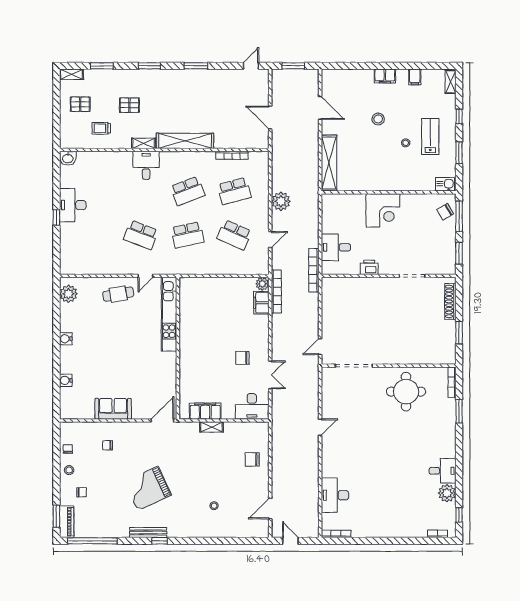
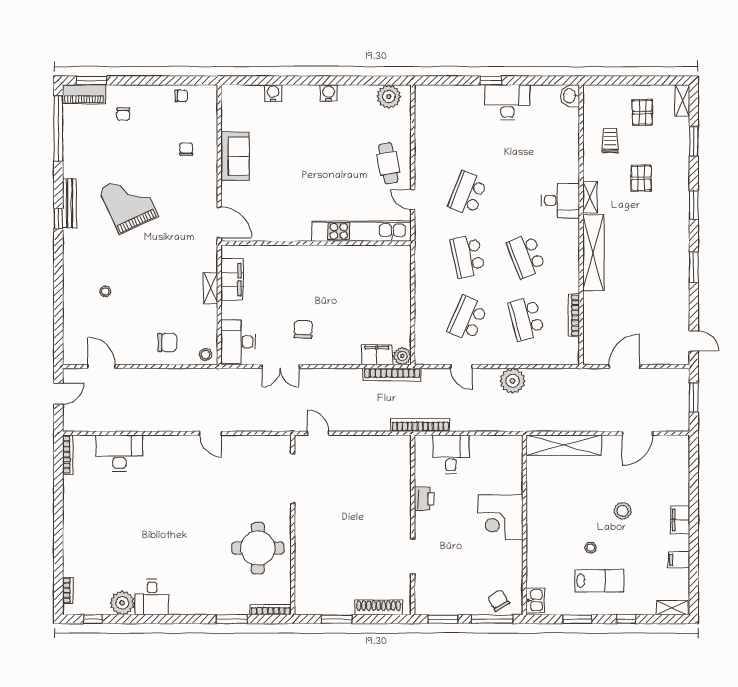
chair: (252, 459) -> (167, 342), turned 90
stool: (69, 470) -> (206, 355), moved

